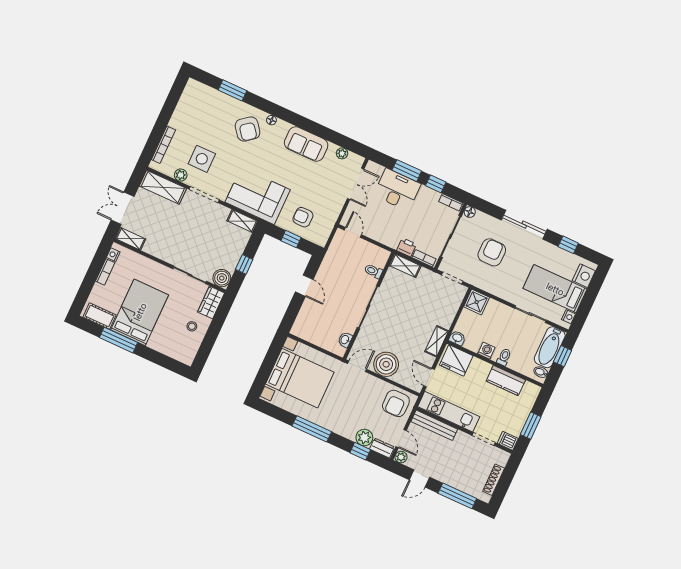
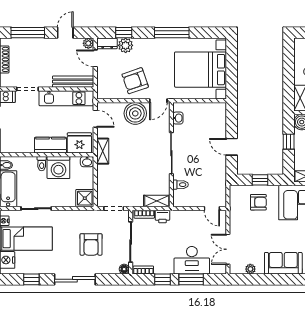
washing machine: (486, 351) -> (58, 167), width x1.89, depth x1.89
kitchen counter: (506, 380) -> (50, 145), moved
armchair: (396, 403) -> (135, 81), moved, turned -109

